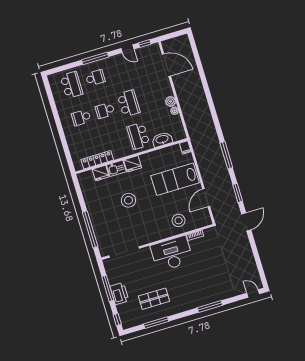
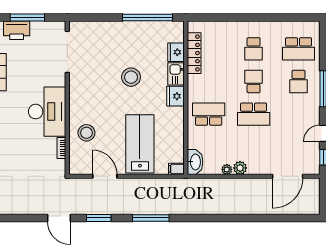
school desk: (81, 118) -> (254, 49), turned 180
washbasin: (162, 140) -> (195, 162), moved
window: (90, 229) -> (148, 18), moved

